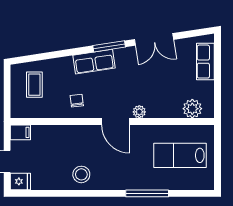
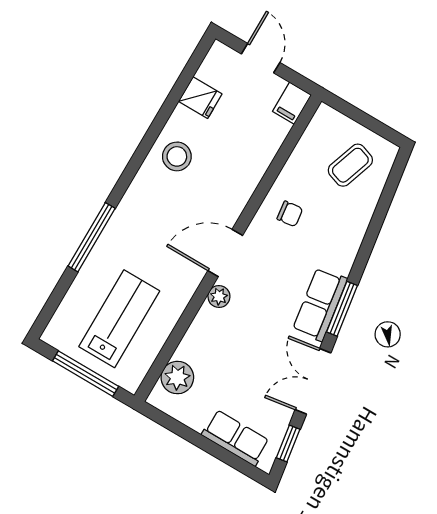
window: (193, 33) -> (288, 444), added
row of seats: (94, 62) -> (320, 304), moved
coffee table: (34, 85) -> (350, 165), turned -71
window: (218, 156) -> (86, 374), added
fridge: (20, 181) -> (200, 98), moved, turned -90

